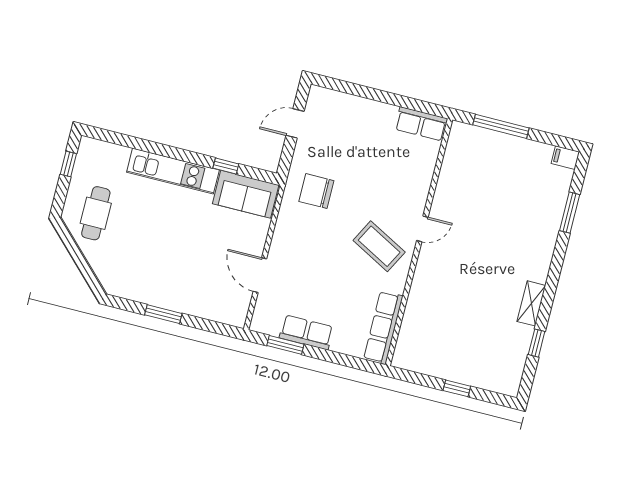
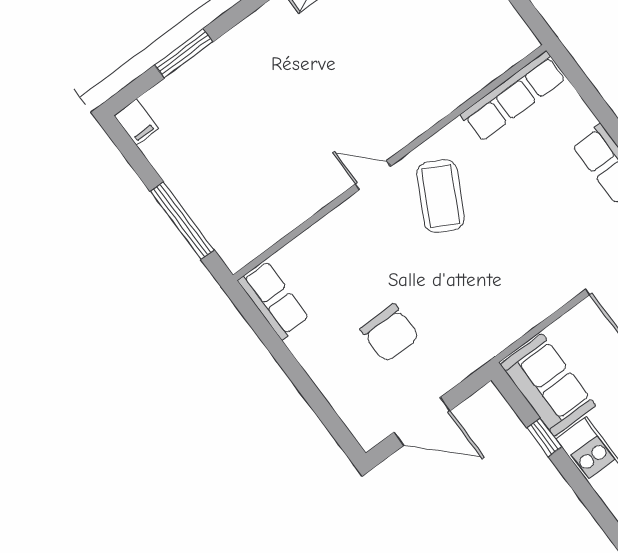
door: (295, 123) -> (422, 421), width x1.38
chair: (316, 191) -> (390, 333), moved

